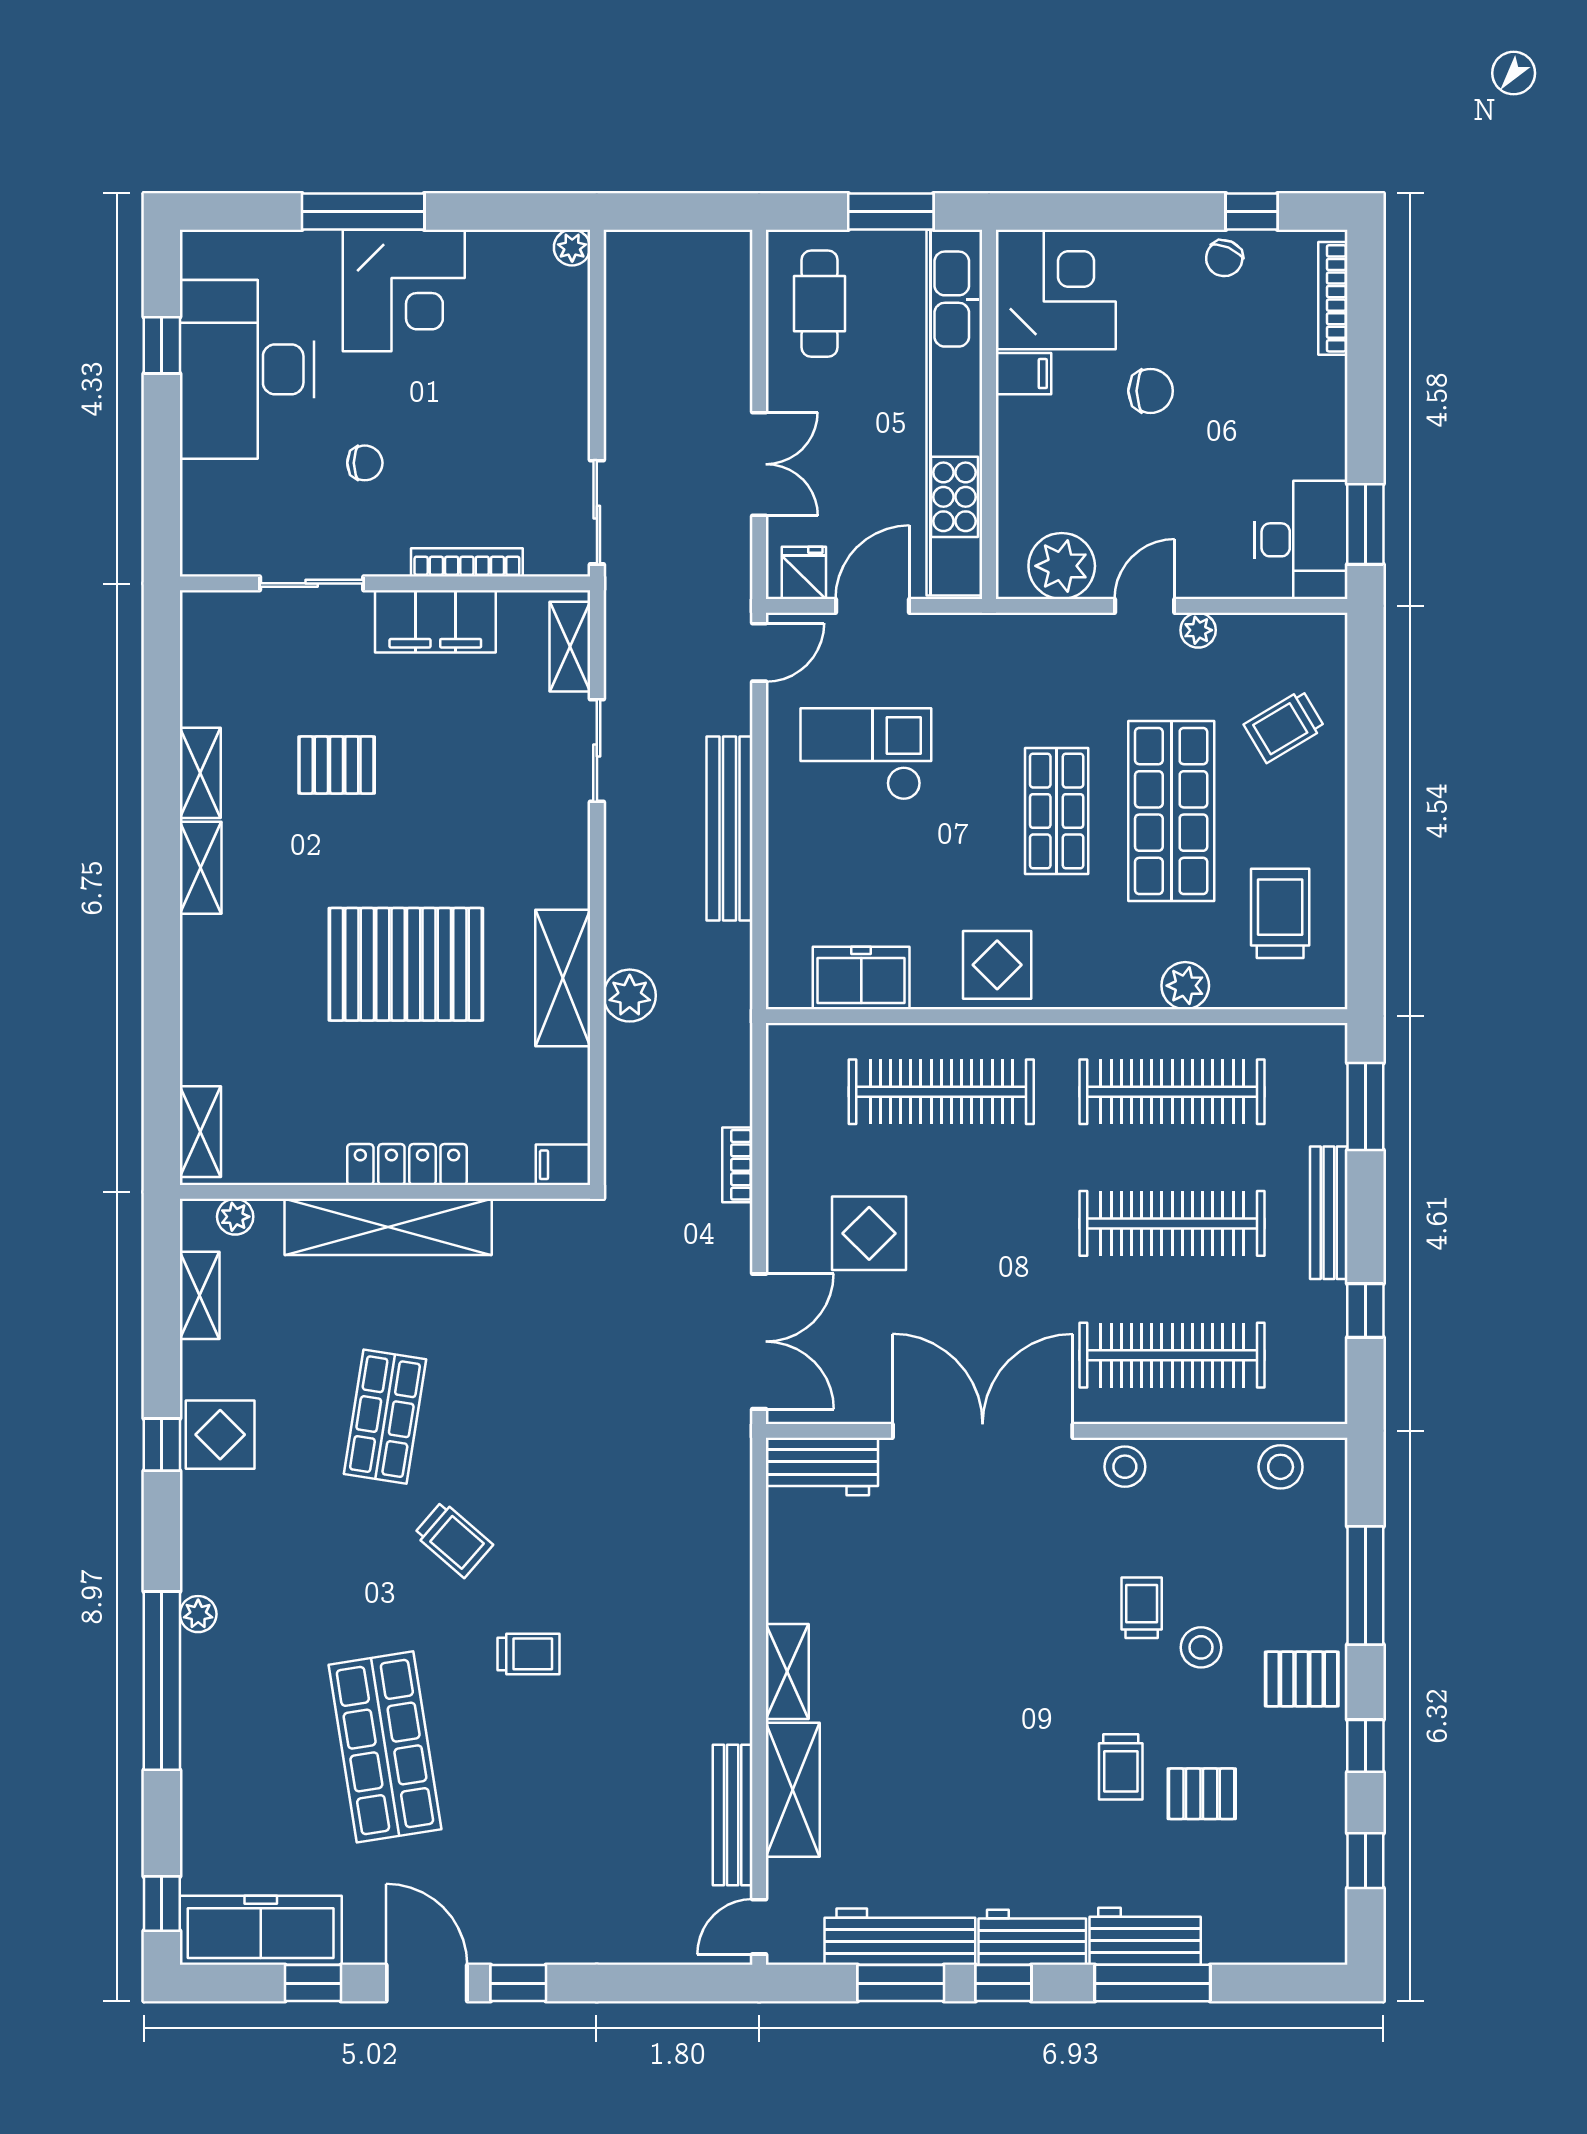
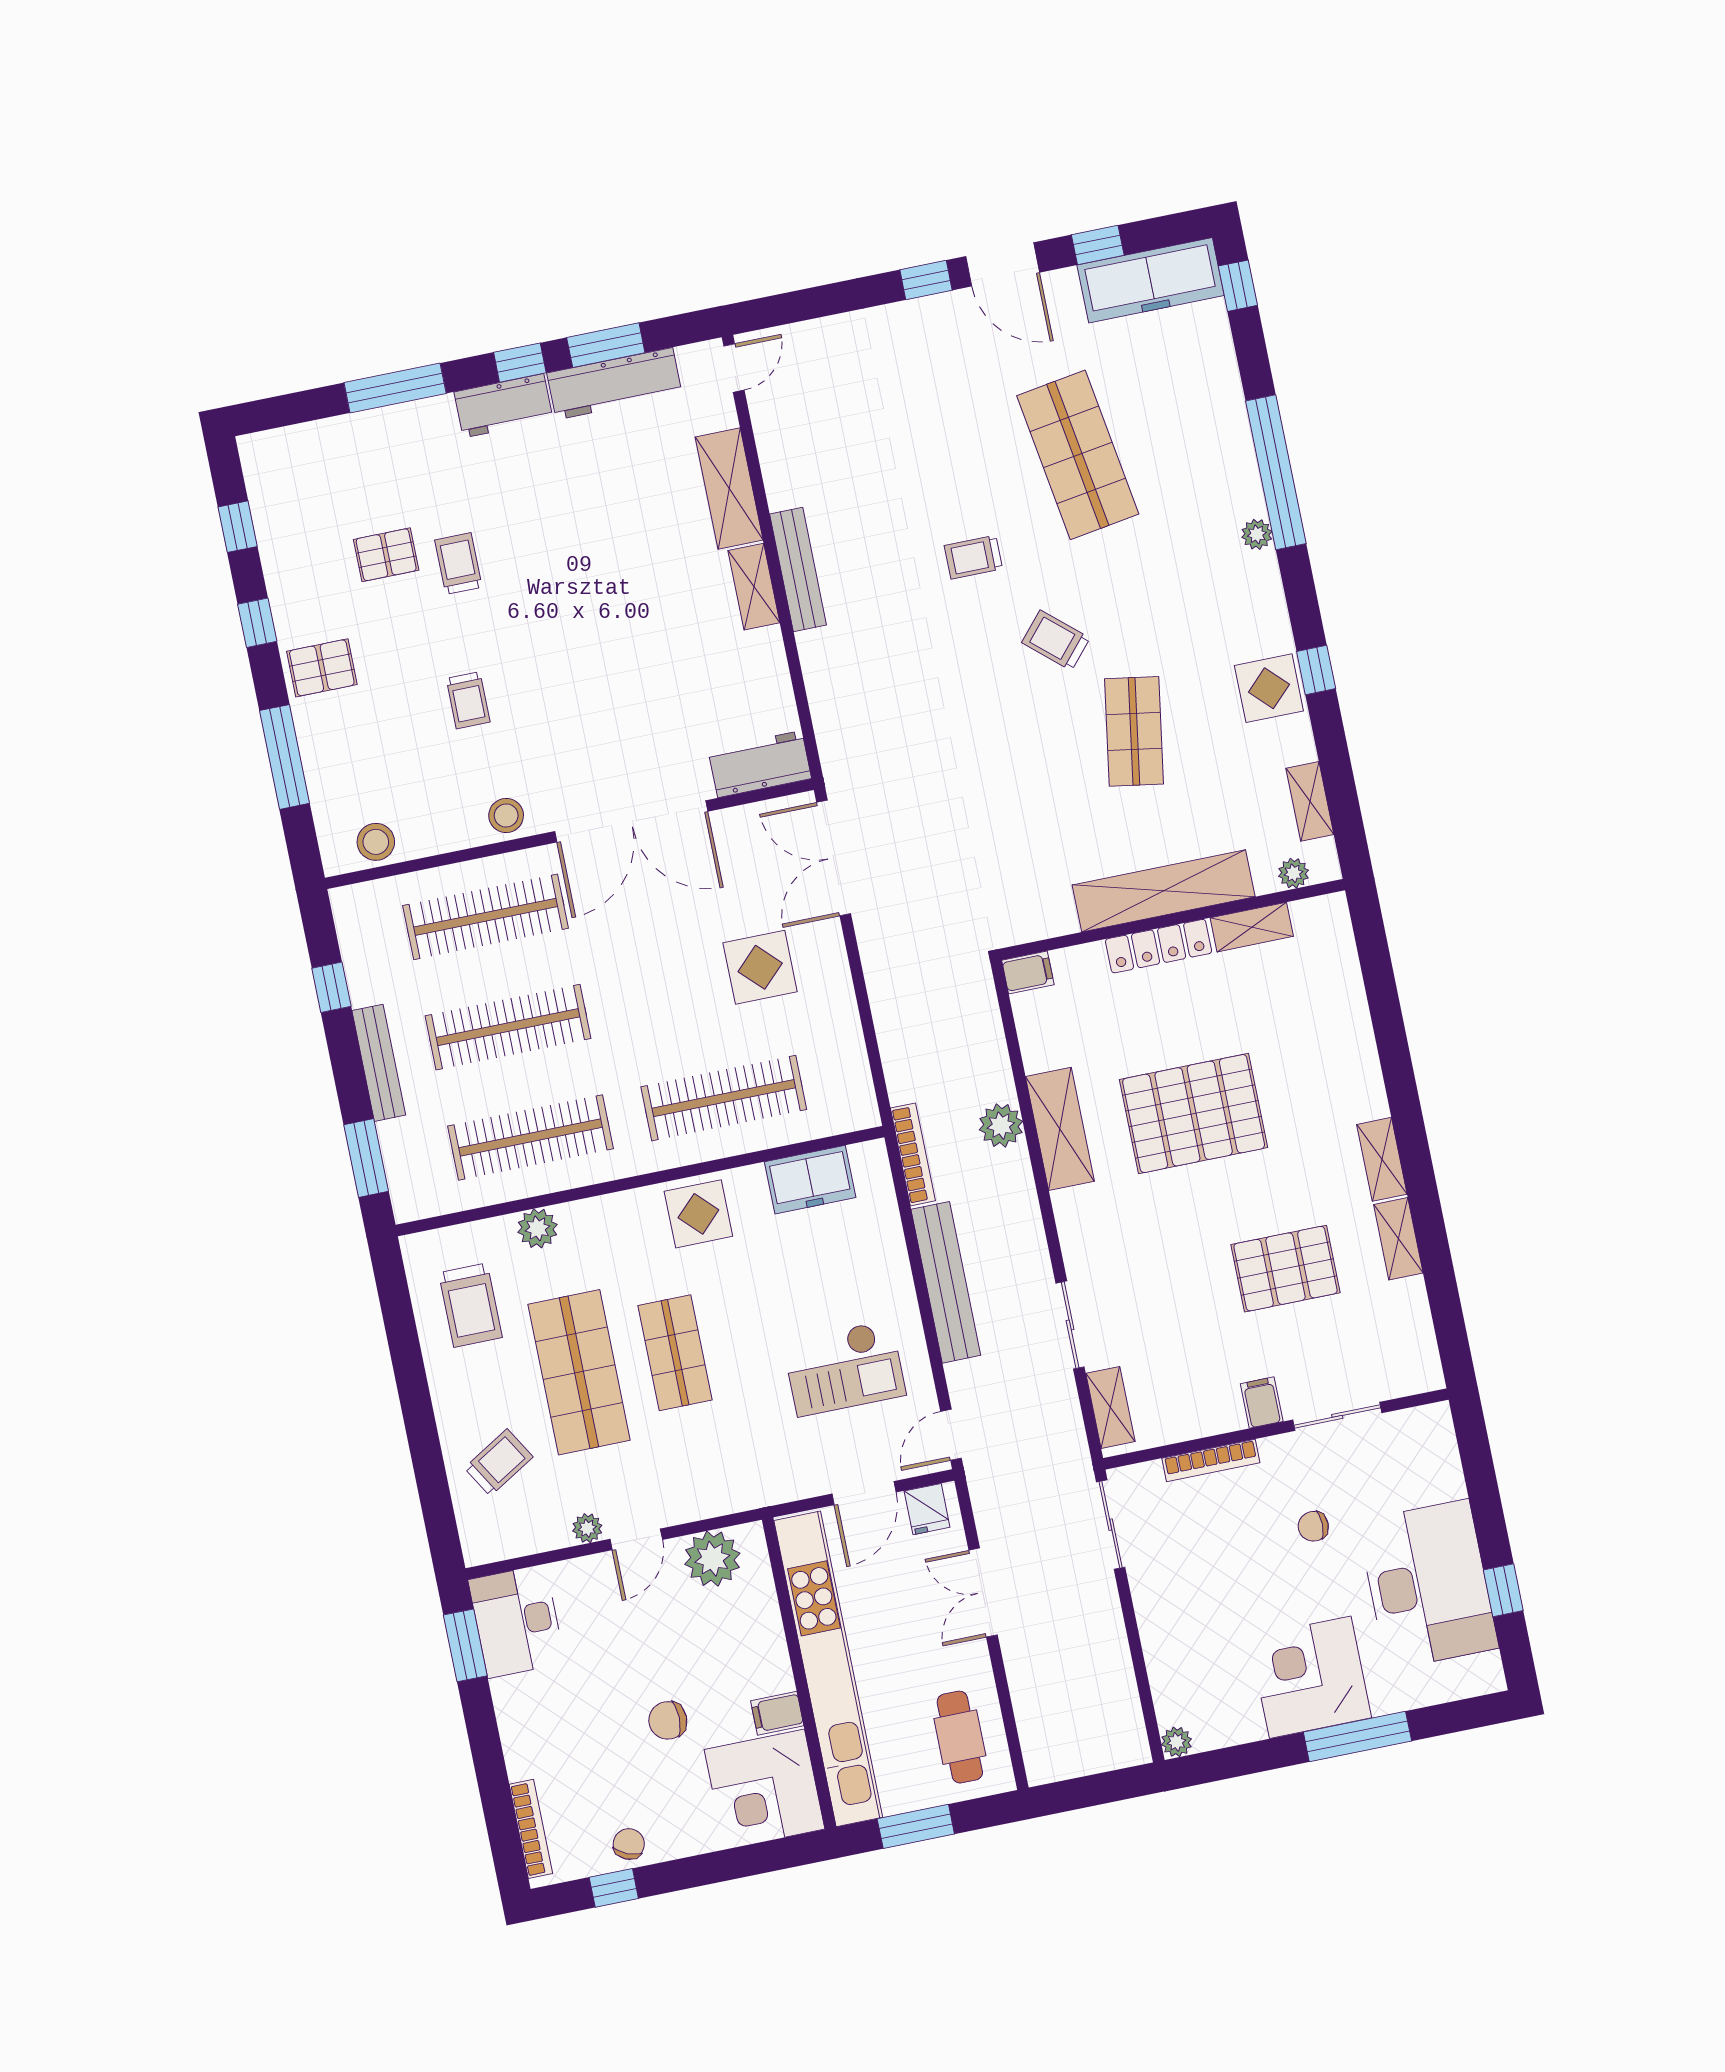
filing cabinet: (435, 621) -> (1262, 1403), width x0.33, depth x0.86
pallet: (337, 765) -> (1285, 1269), width x1.50, depth x1.42
shelving: (200, 1132) -> (1252, 927), moved, turned 90
bookcase: (737, 1165) -> (913, 1154), moved, width x1.56
stool: (1201, 1647) -> (412, 677), removed
bench: (733, 1815) -> (798, 569), moved
workbench: (1145, 1936) -> (409, 426), removed

